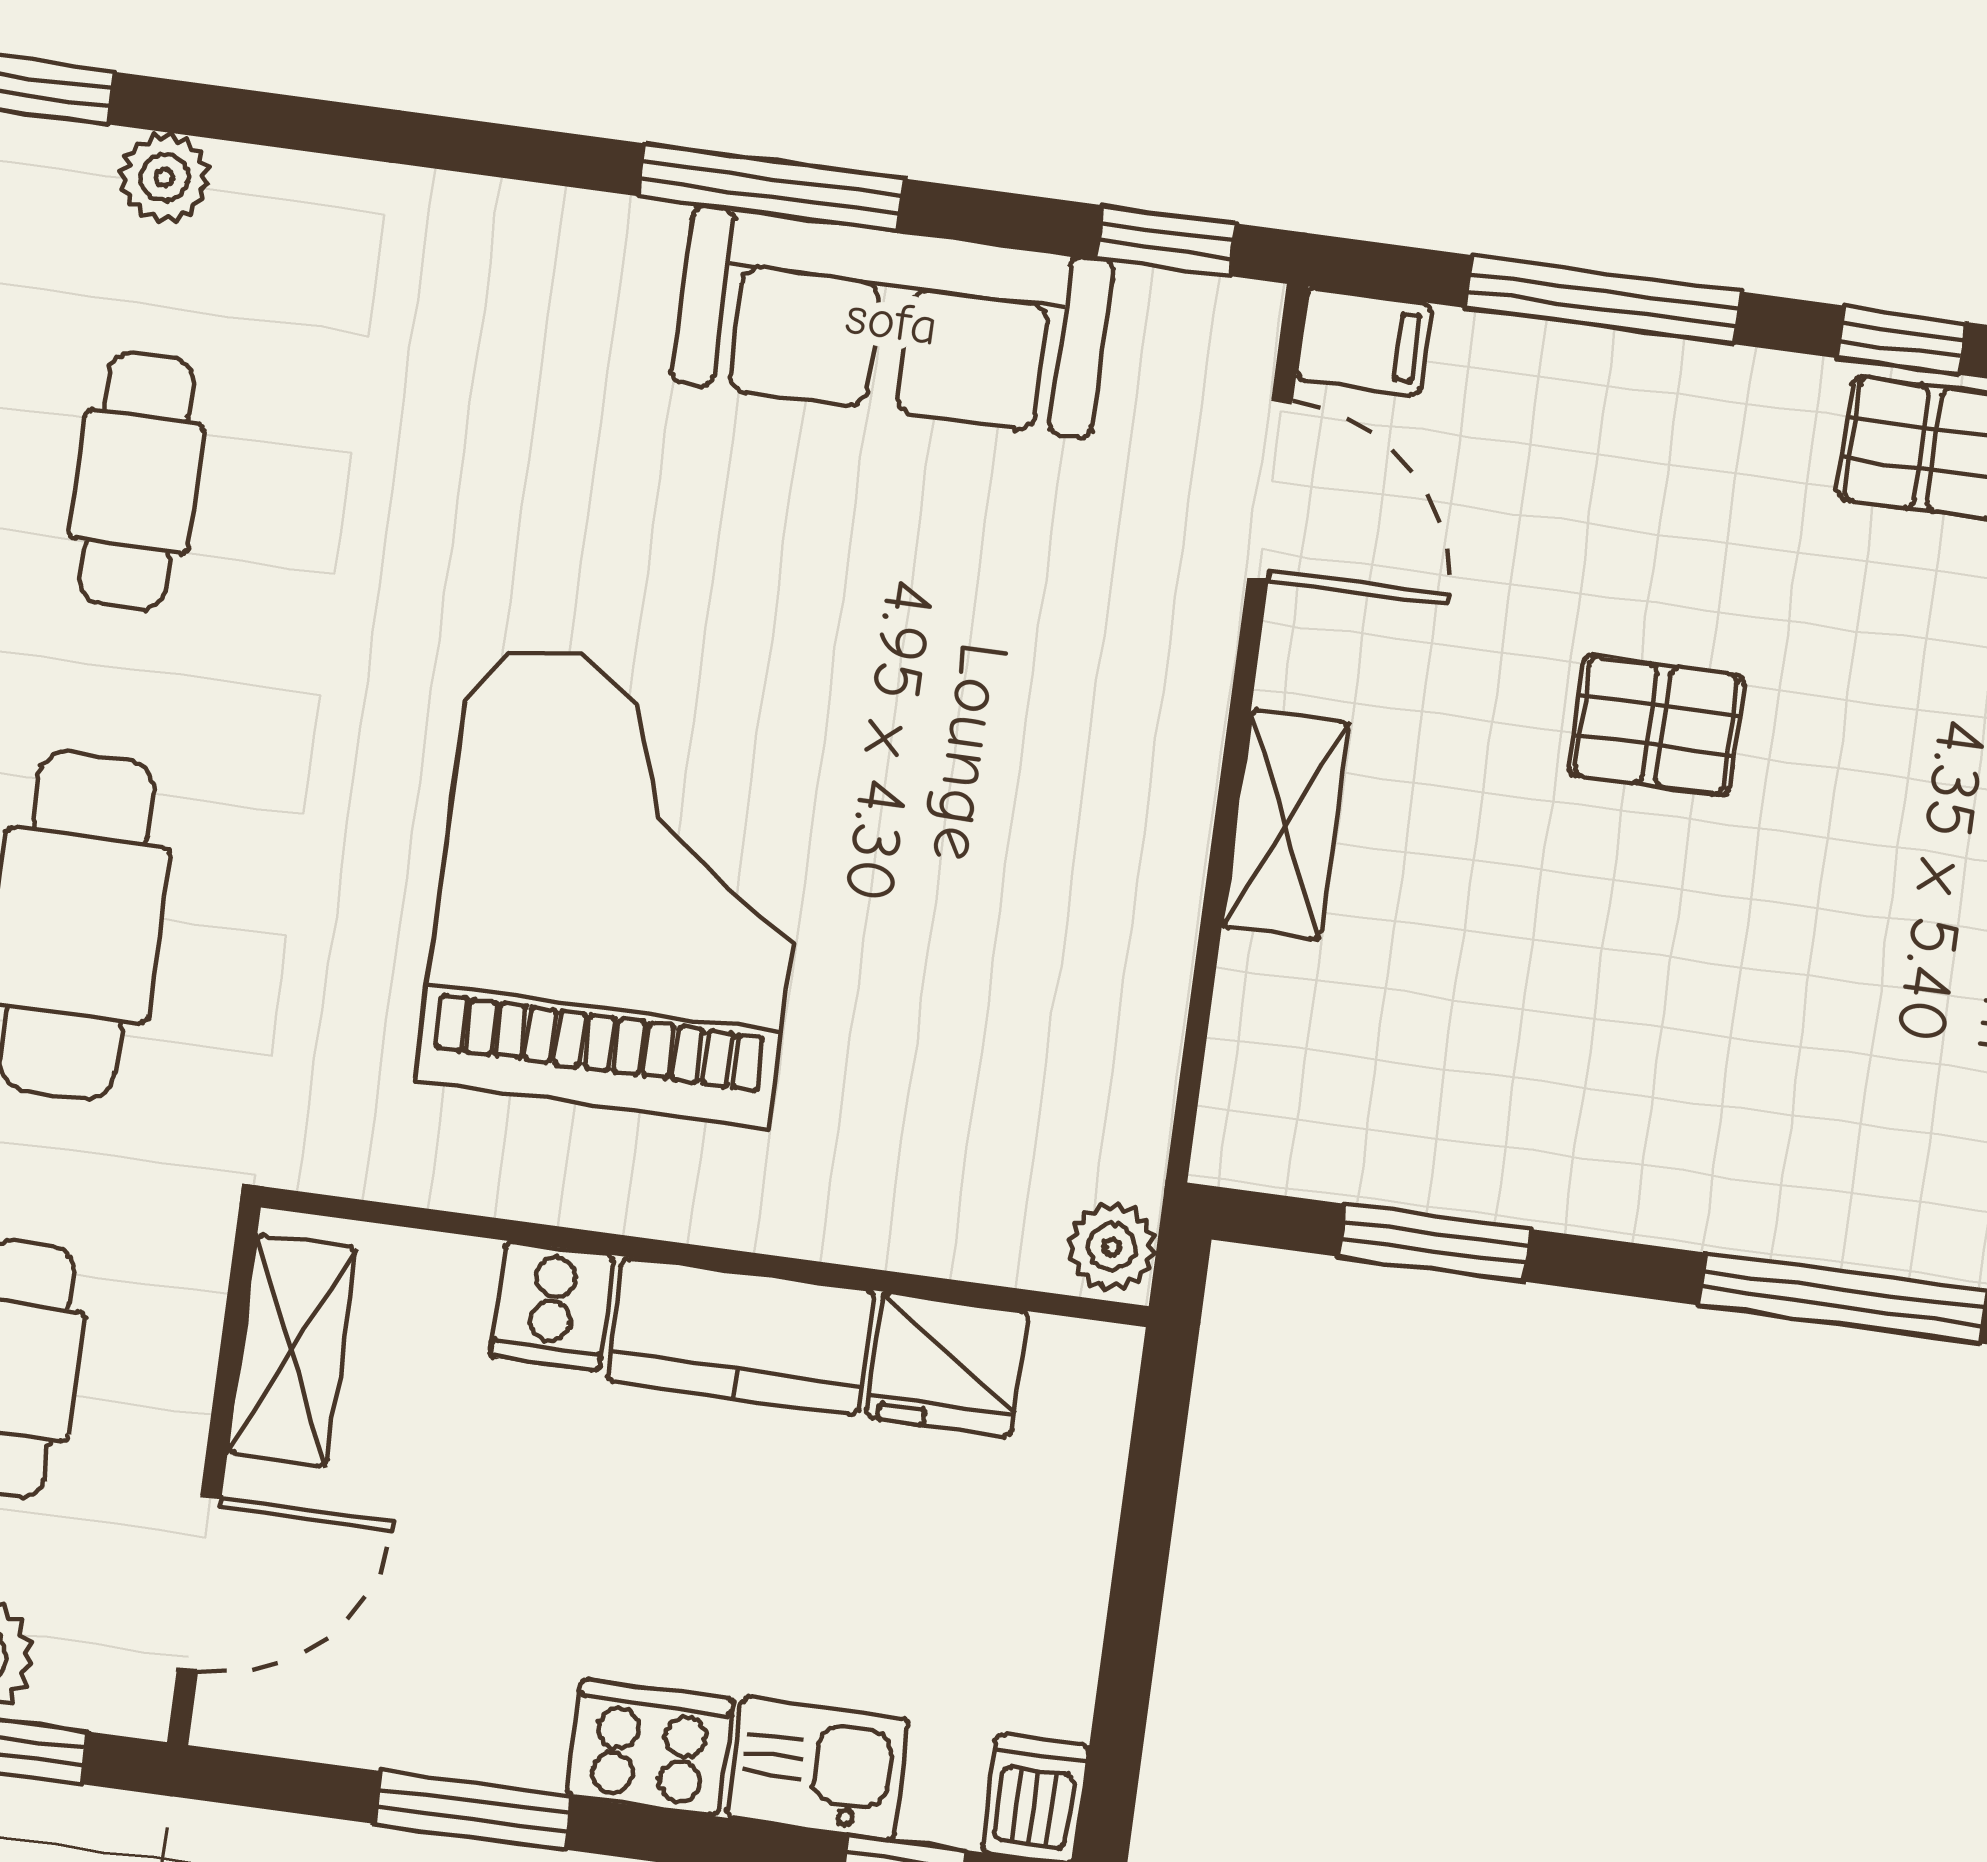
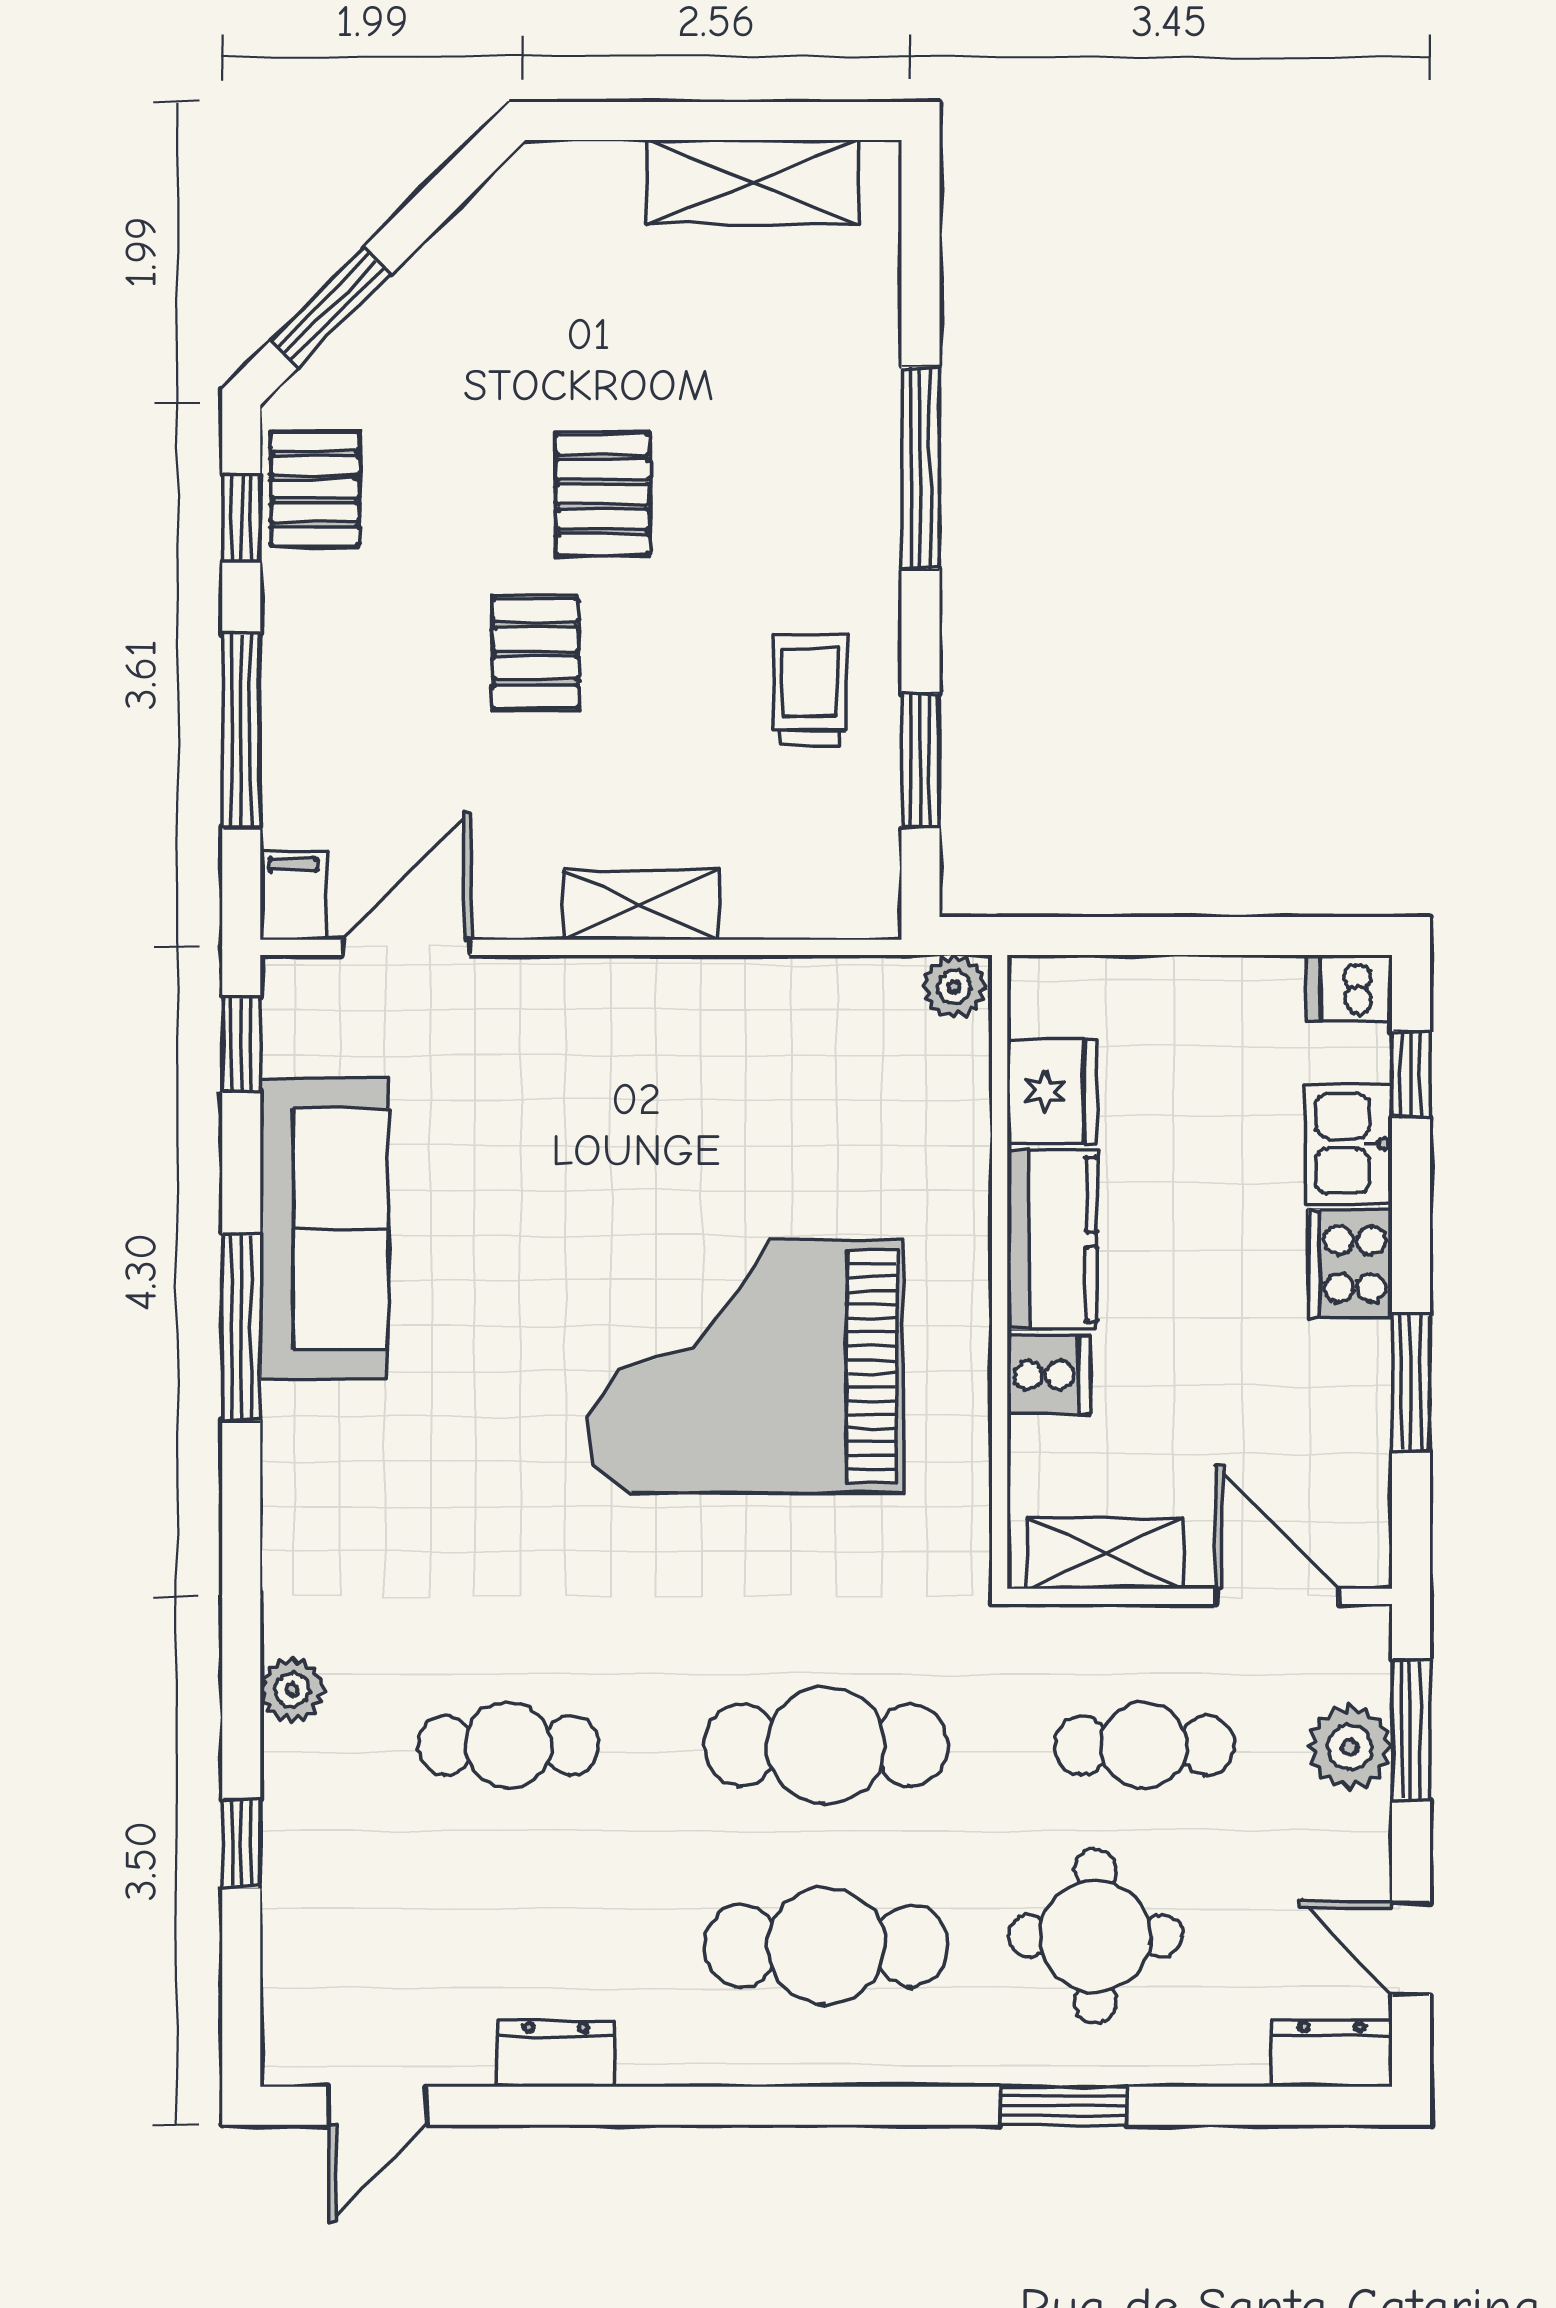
plant: (165, 178) -> (292, 1690), moved
pallet: (1866, 849) -> (603, 494), added
trolley: (1553, 1101) -> (810, 690), added

